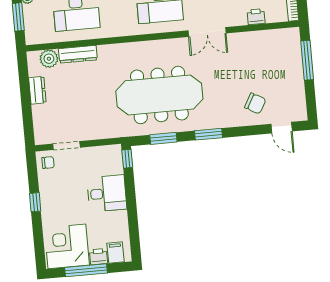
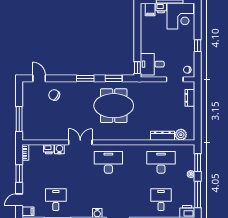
water cooler: (239, 18) -> (59, 149), added
dresser: (37, 90) -> (190, 98), moved
meeting table: (159, 95) -> (114, 106), width x0.73
desk: (107, 193) -> (152, 64), moved

